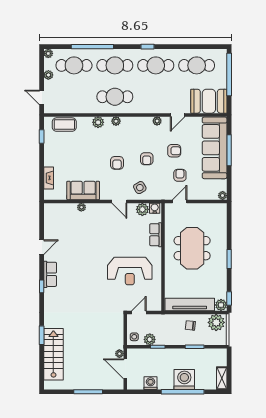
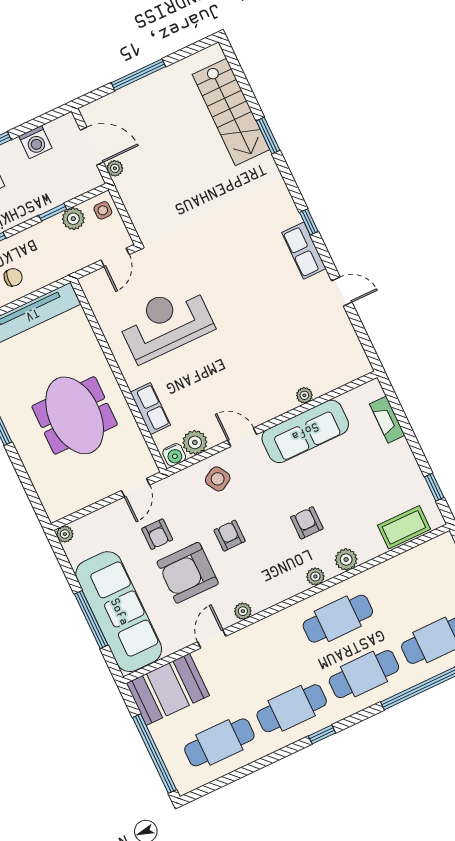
armchair: (174, 151) -> (188, 573), width x1.88, depth x1.88
armchair: (117, 163) -> (307, 523), moved
sofa: (83, 190) -> (305, 431), width x1.36
door: (42, 247) -> (342, 292), swing flipped

